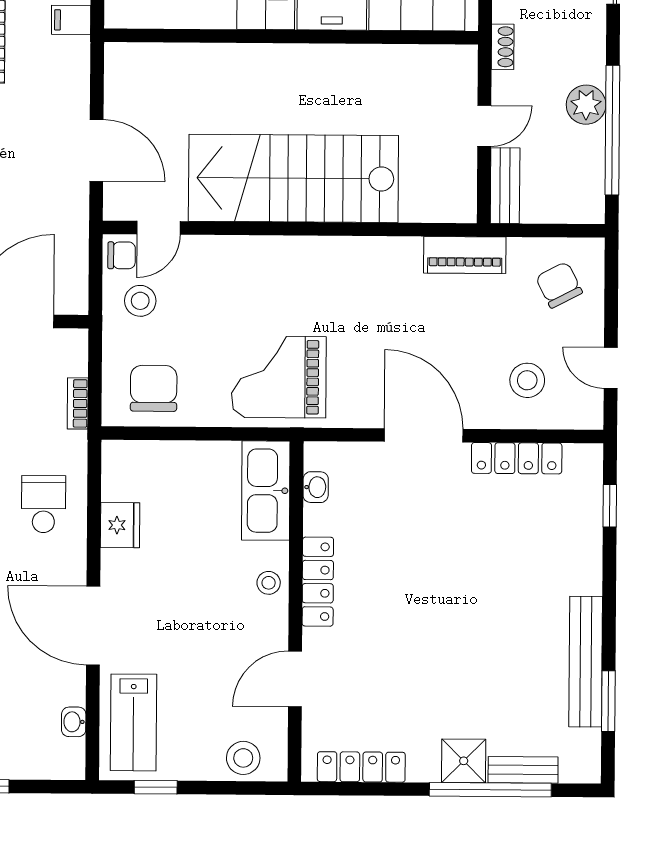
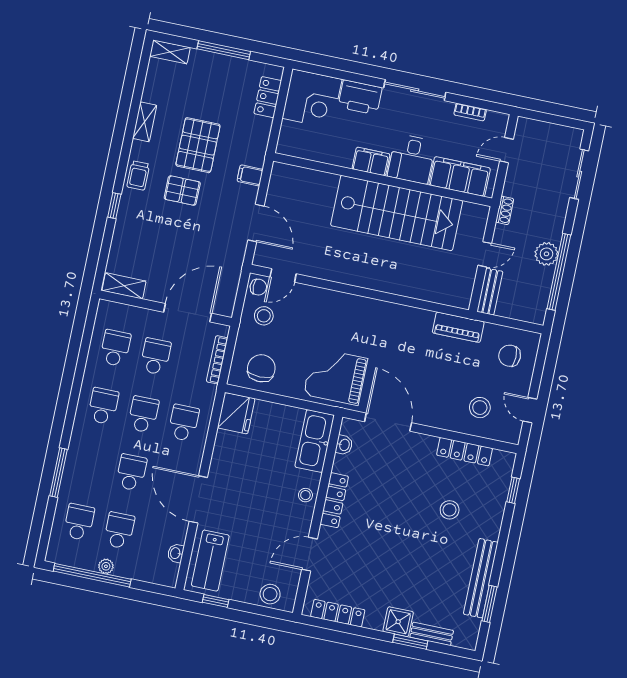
filing cabinet: (71, 20) -> (250, 175), moved
stairs: (293, 178) -> (397, 213), moved, turned 180
chair: (559, 285) -> (510, 356), turned -63
bookcase: (78, 403) -> (217, 360), width x1.56
door: (424, 435) -> (388, 422), moved
fridge: (120, 525) -> (236, 413), moved, width x1.36, depth x1.34
stool: (511, 559) -> (450, 510), added
window: (490, 790) -> (410, 642), width x0.47

